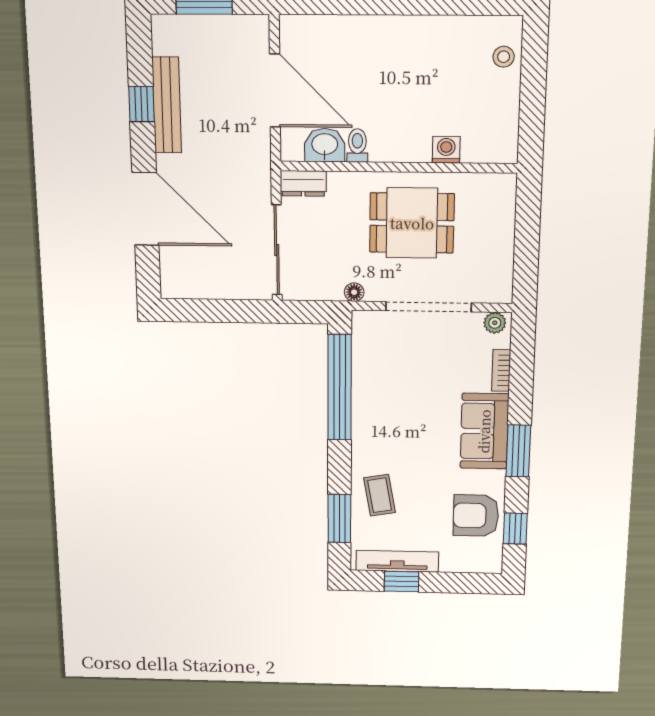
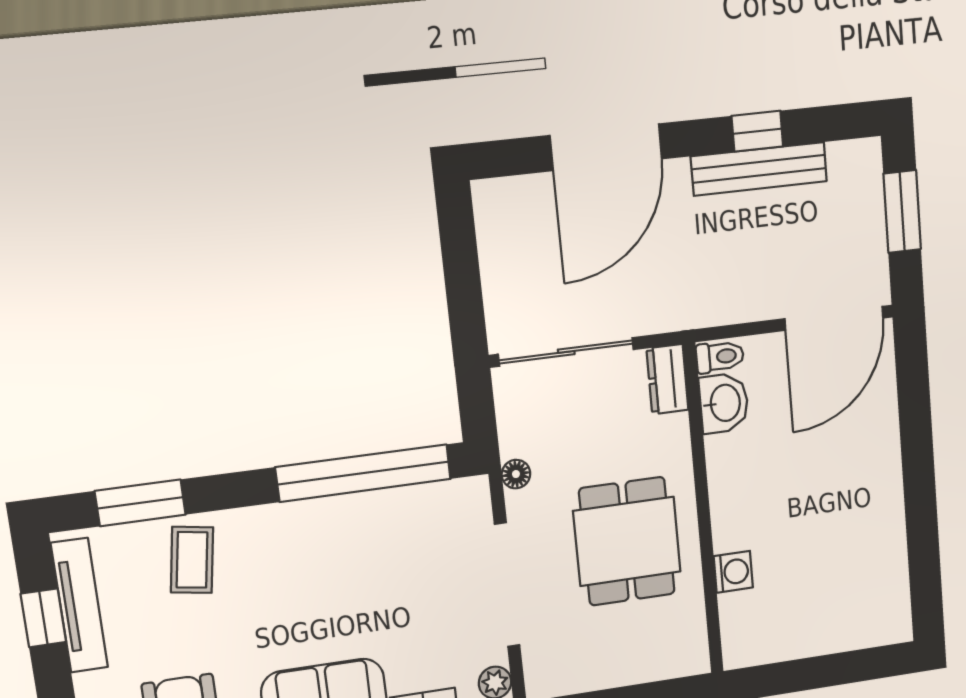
stool: (504, 57) -> (860, 626), removed
door: (275, 91) -> (834, 318), moved
toilet: (357, 146) -> (720, 357), moved
coffee table: (380, 495) -> (192, 560), turned -71

